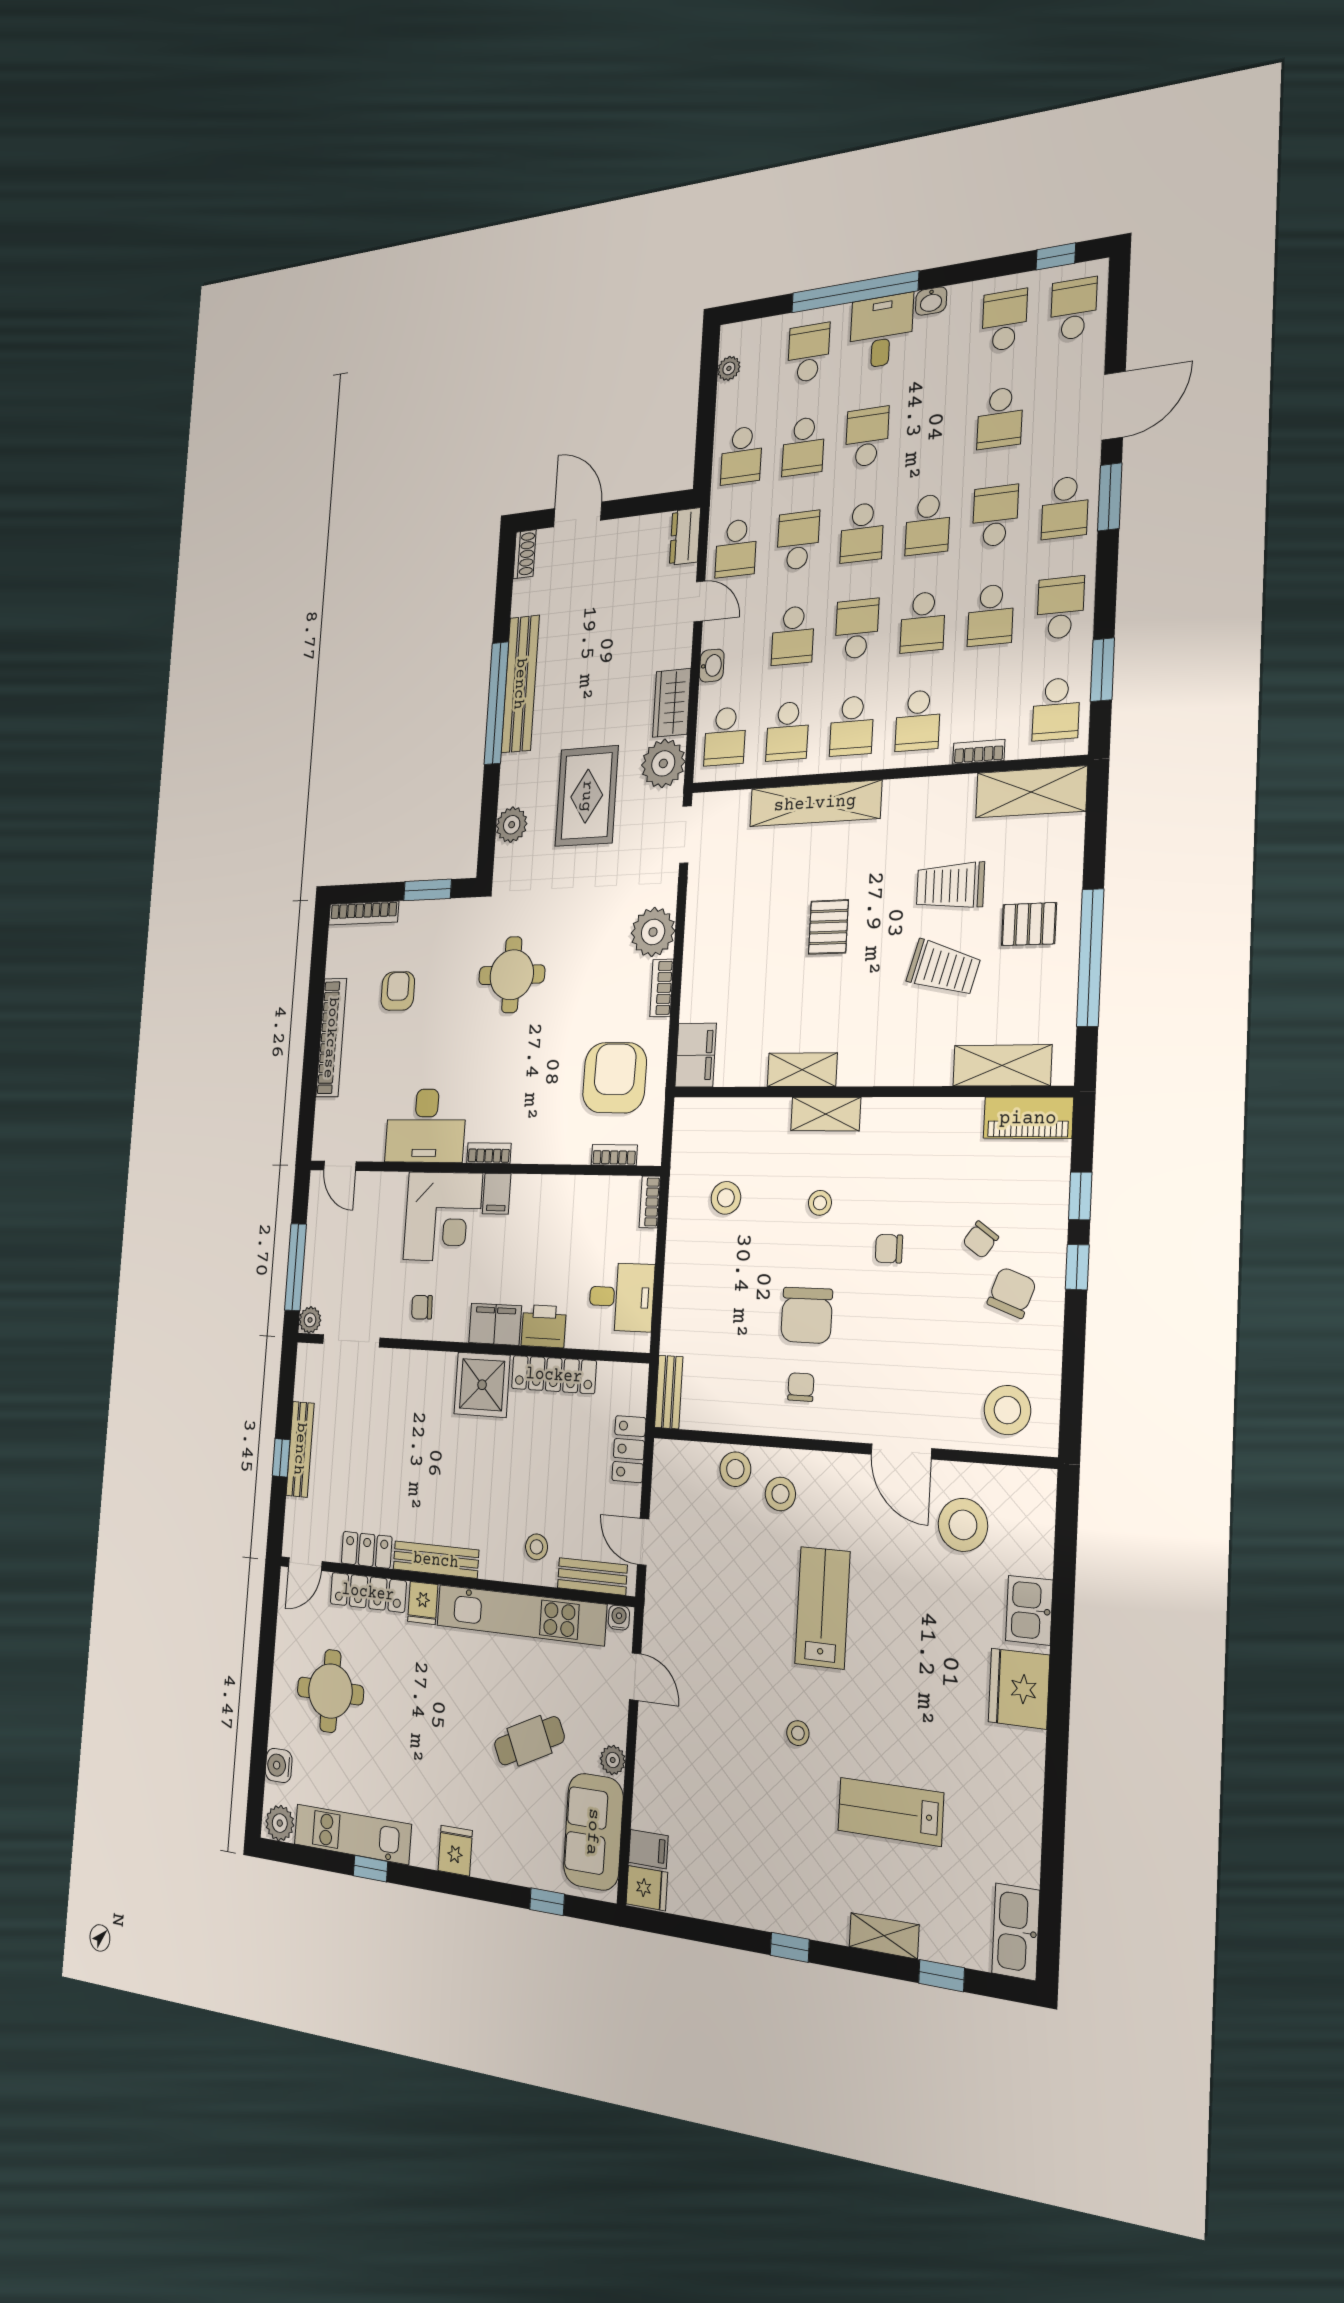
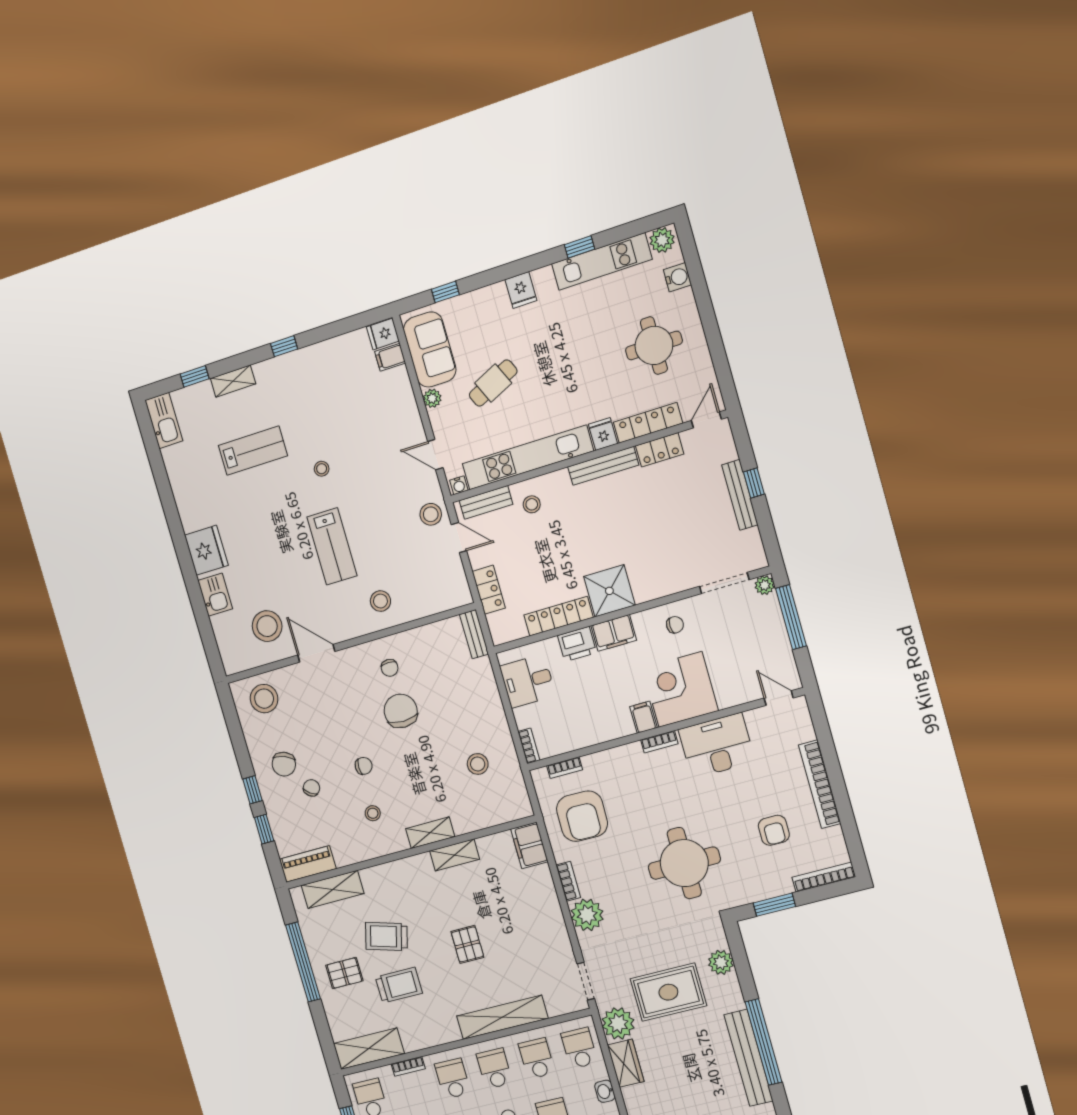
rug: (587, 796) -> (668, 992), turned 90
round table: (512, 975) -> (684, 863), width x1.36, depth x1.36
stool: (820, 1203) -> (373, 813), moved
stool: (735, 1469) -> (431, 514), moved

